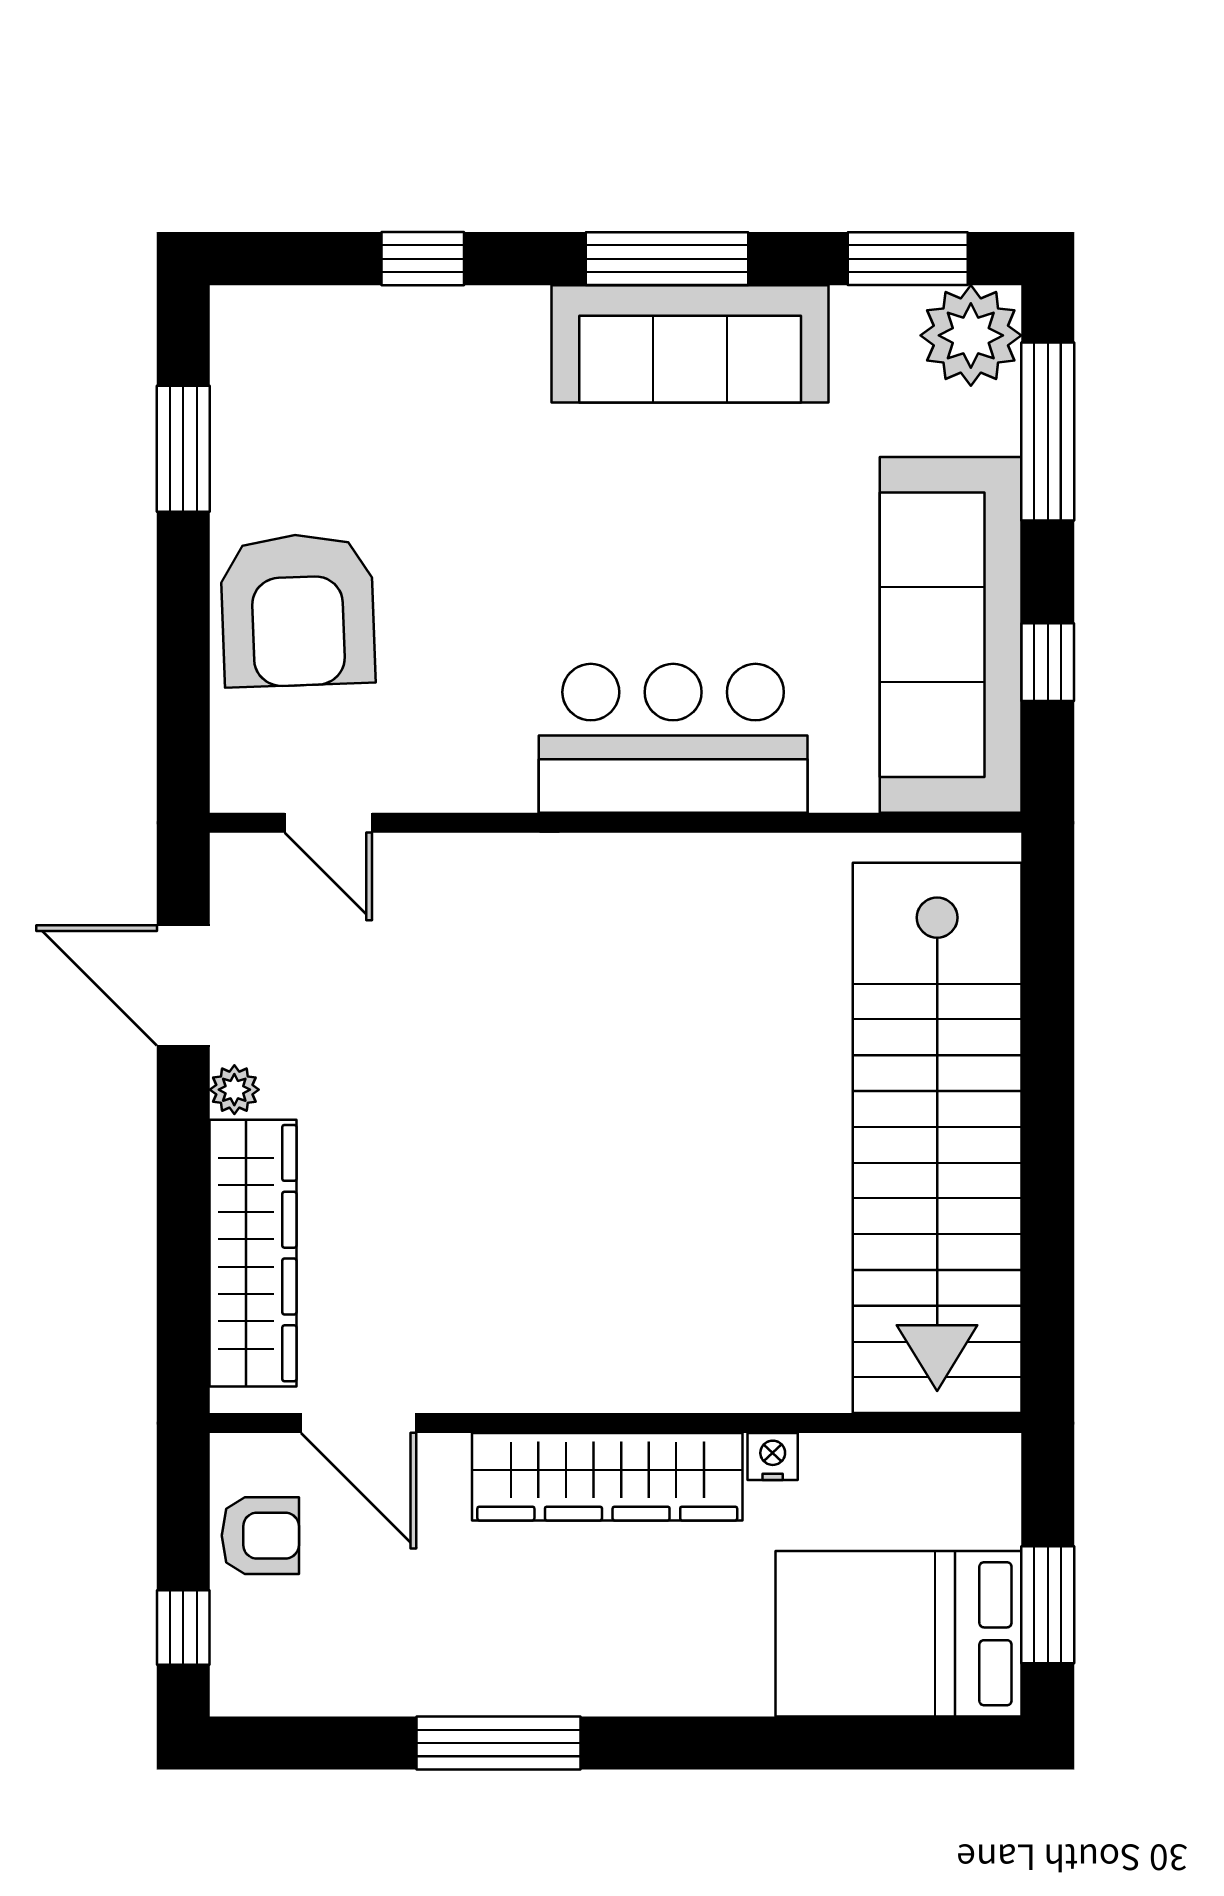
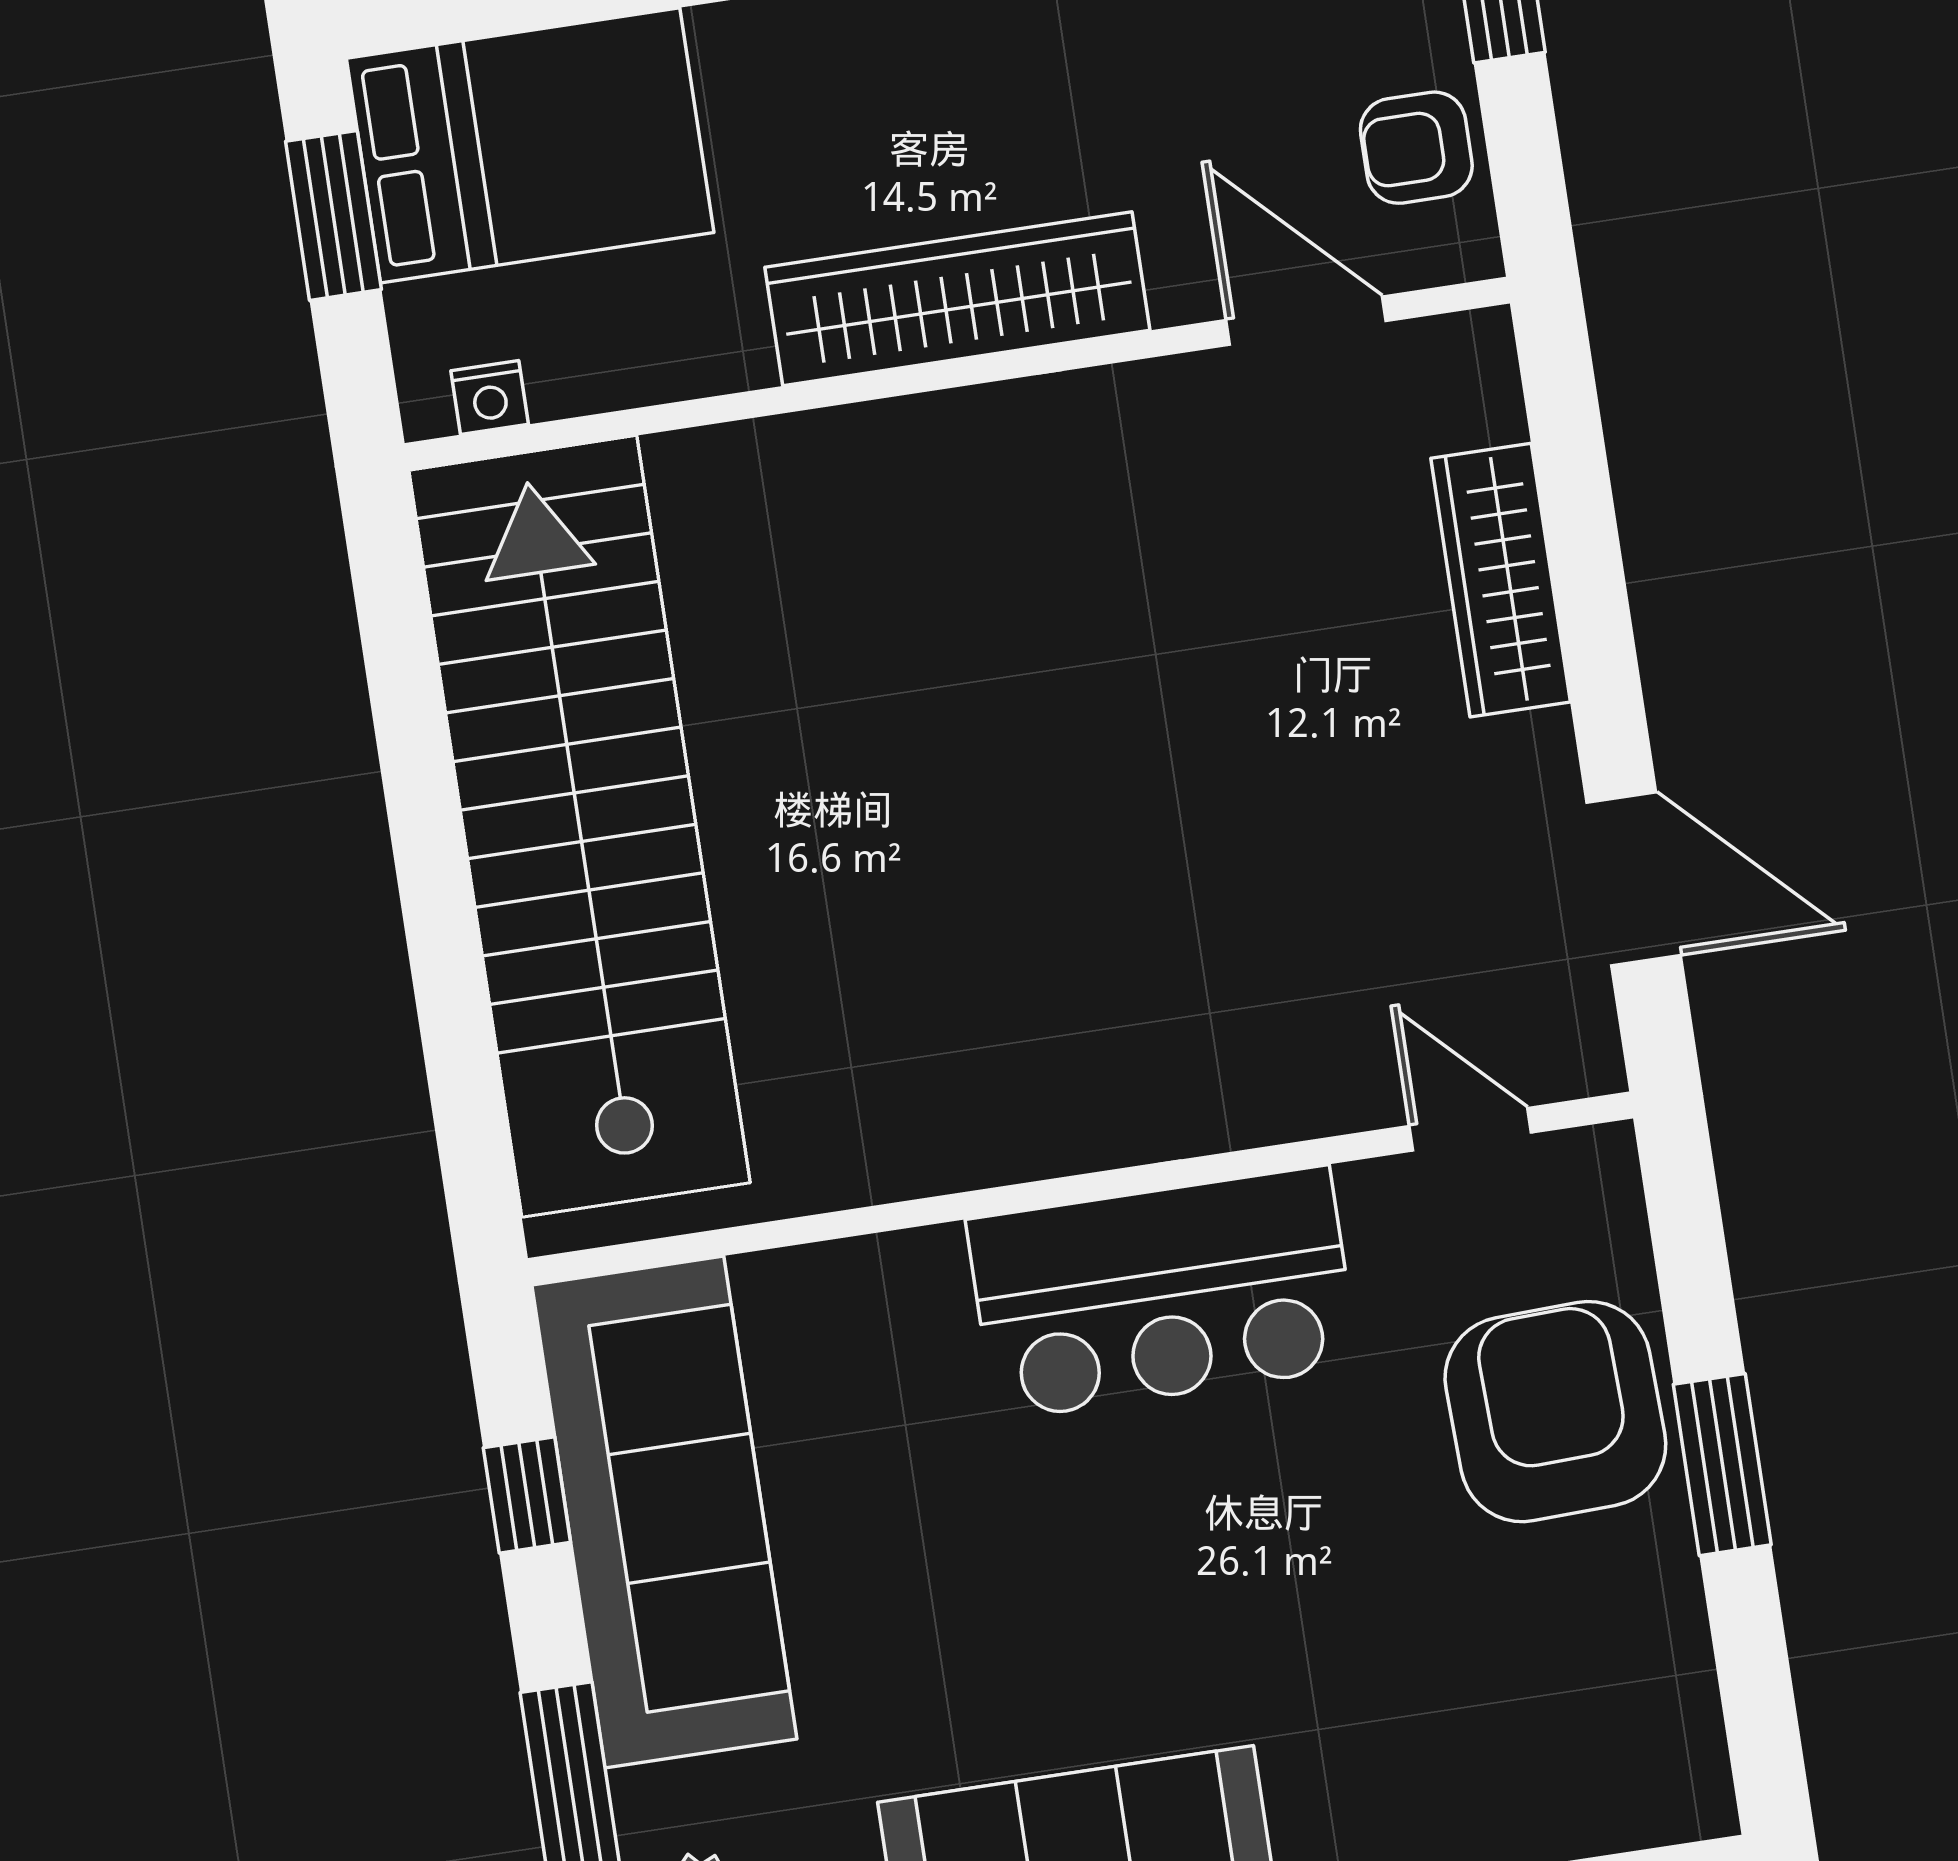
window: (183, 449) -> (1722, 1465), moved
bar counter: (673, 738) -> (1162, 1293), moved
plant: (234, 1090) -> (1543, 748), removed
wardrobe: (253, 1253) -> (1501, 580), width x0.71, depth x0.85
nightstand: (773, 1457) -> (490, 397), moved

